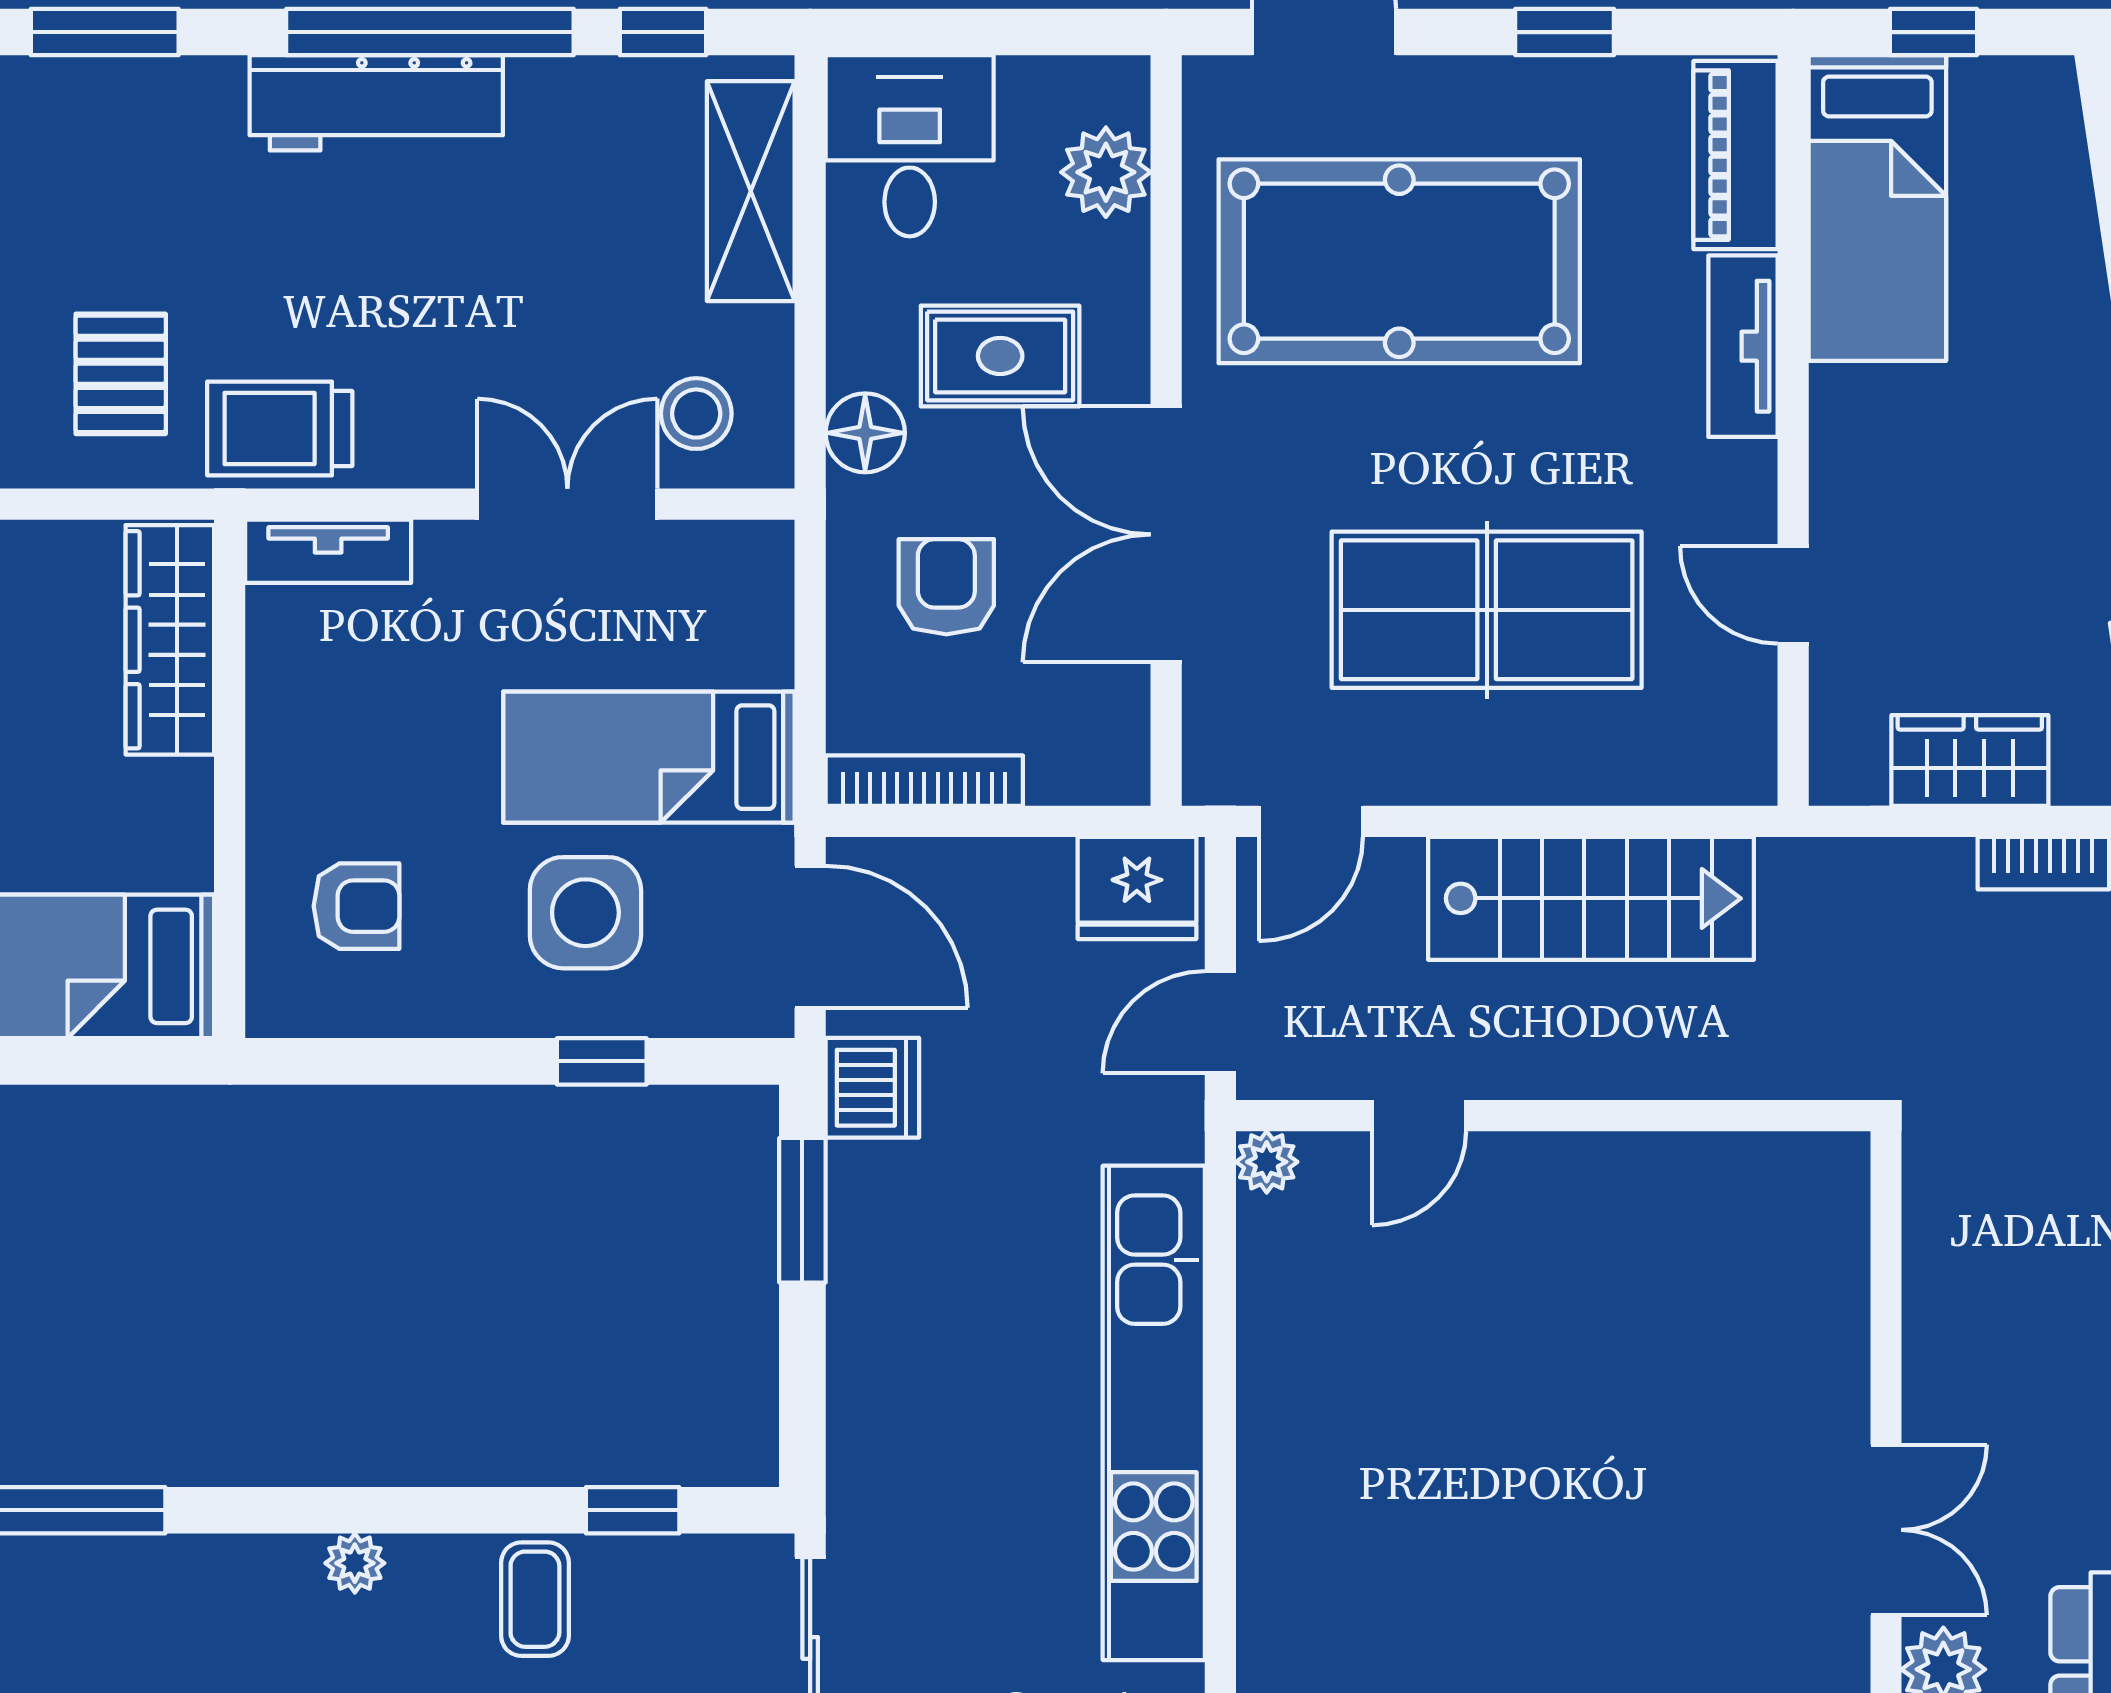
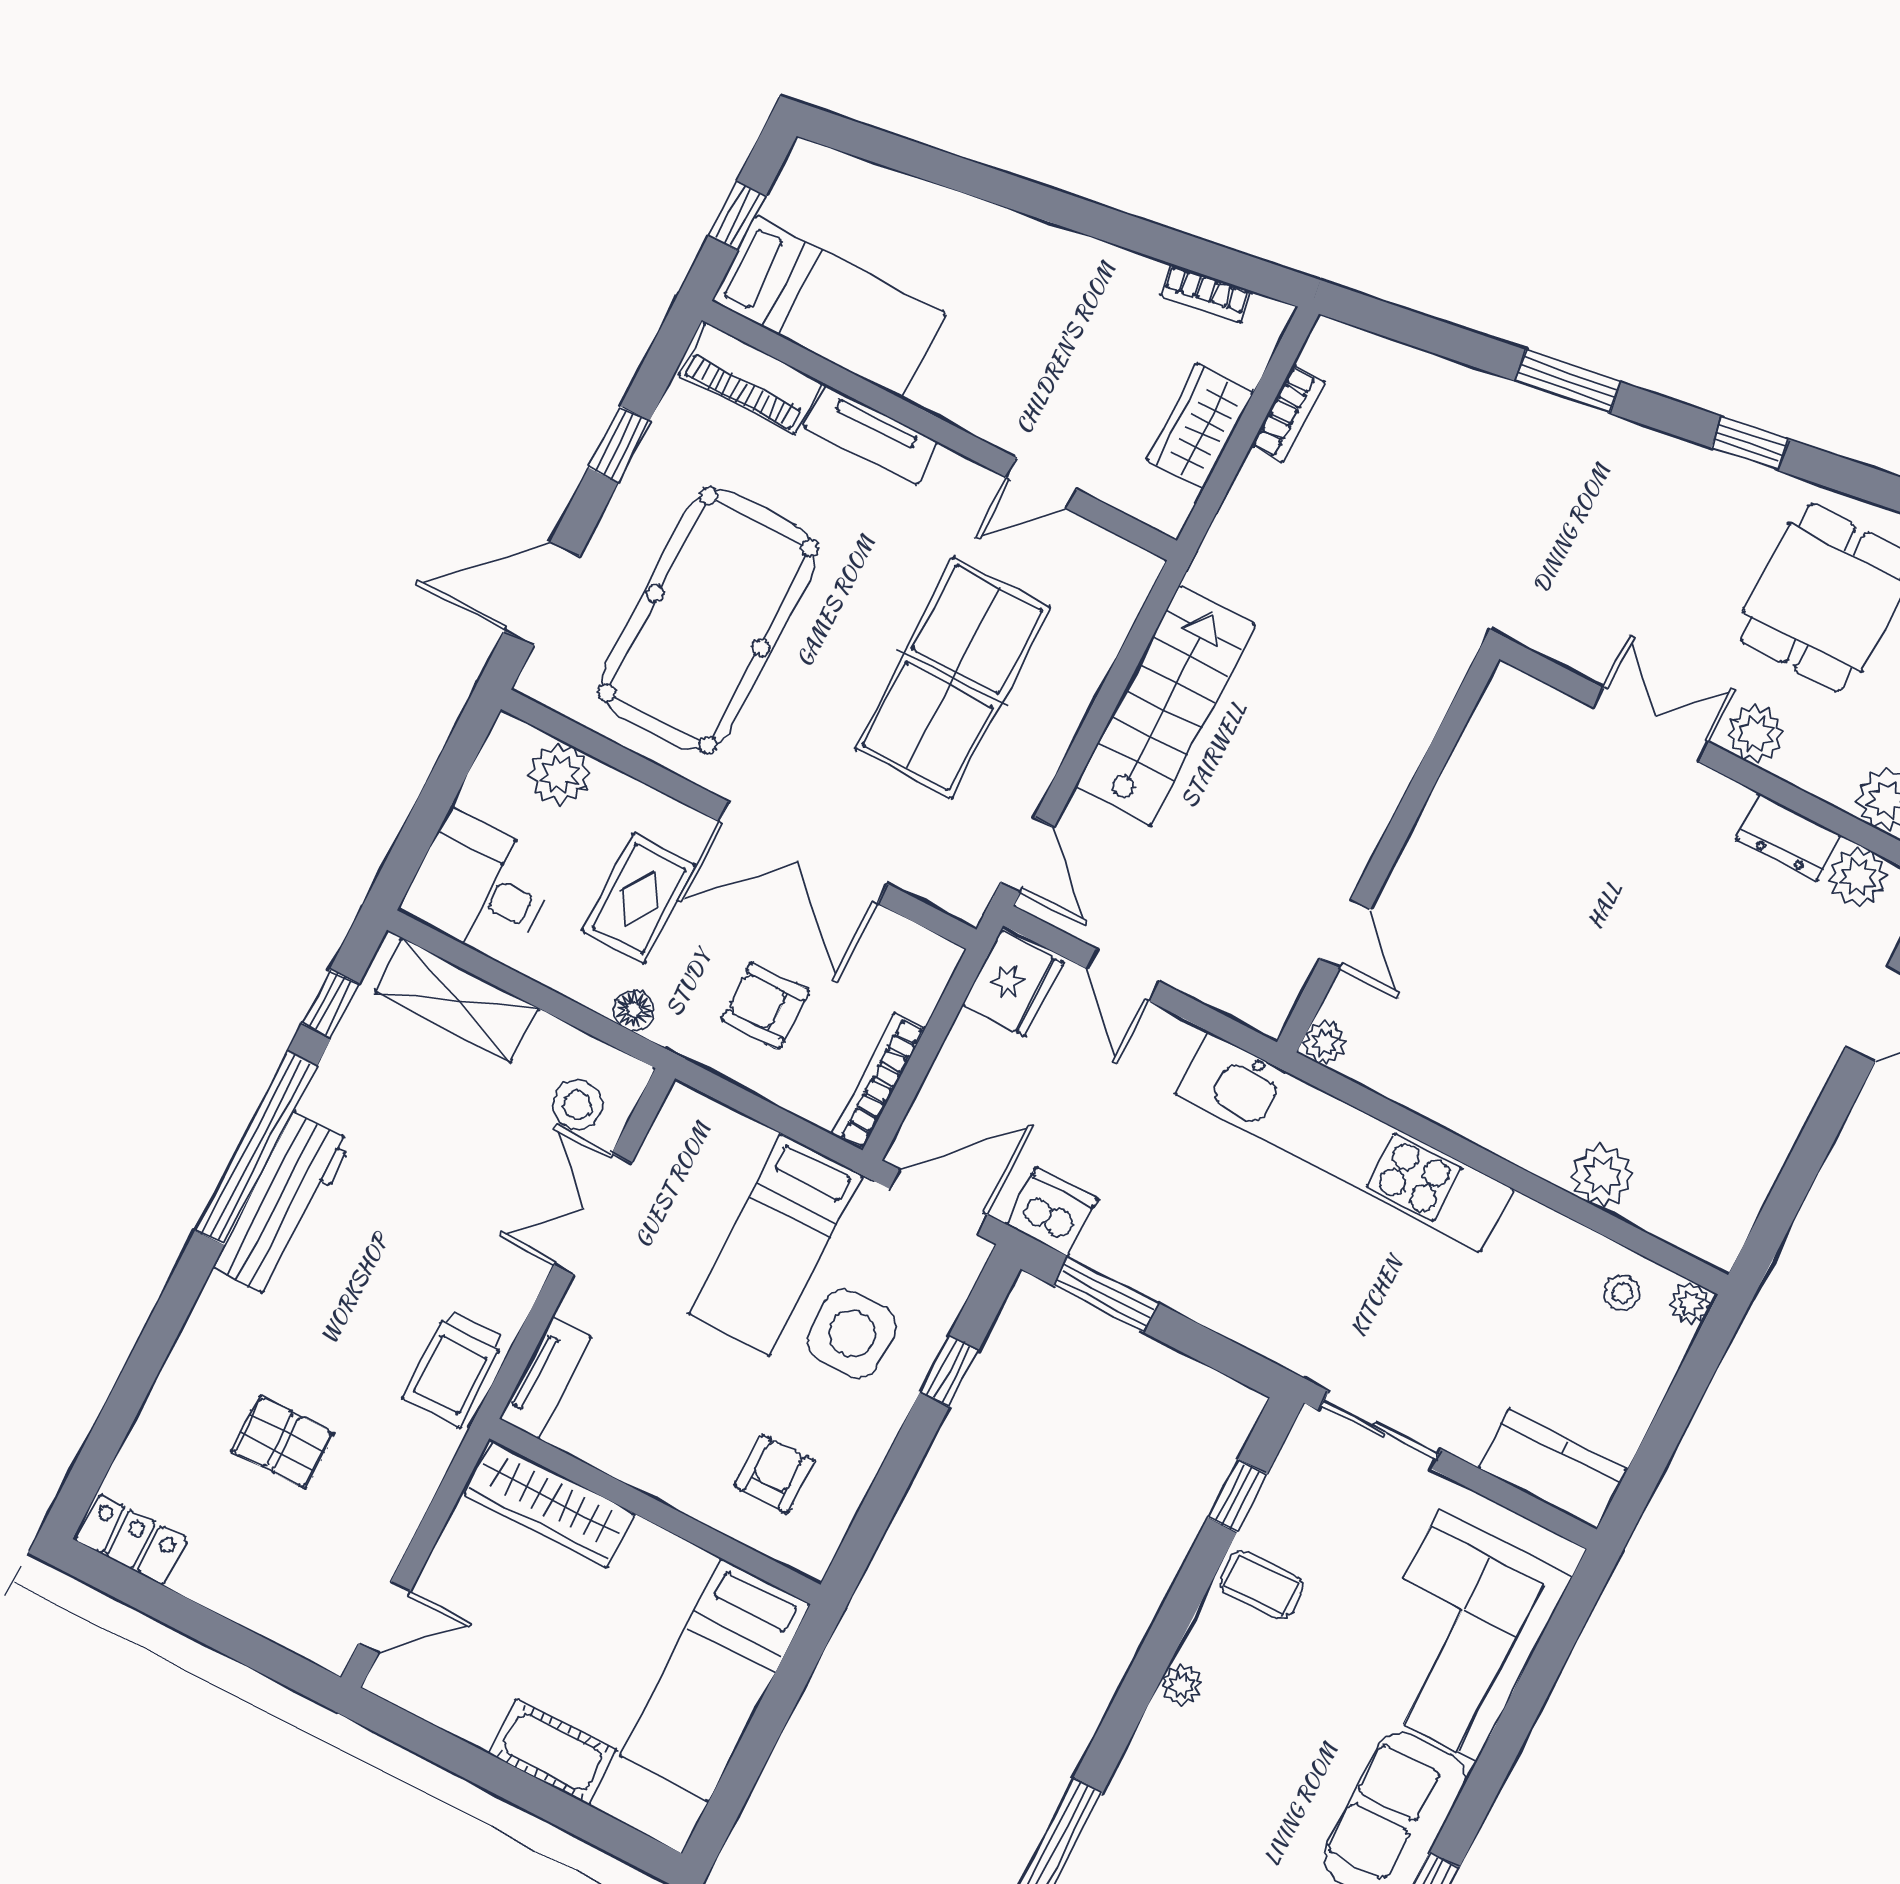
window: (105, 32) -> (152, 1350), removed
pallet: (121, 374) -> (283, 1442), moved
floor lamp: (865, 433) -> (634, 1010), width x0.73, depth x0.73
door: (1419, 1116) -> (1345, 934), moved
wall: (1553, 1116) -> (1388, 851), moved
plant: (1267, 1162) -> (1325, 1043), moved

